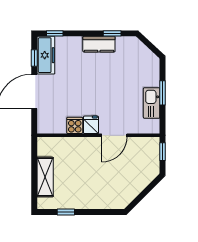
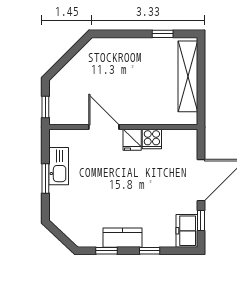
window: (55, 33) -> (150, 251), moved
freezer: (46, 55) -> (187, 231), width x0.71
door: (114, 135) -> (104, 127), hinge flipped
shelving: (45, 177) -> (188, 76), width x1.47

